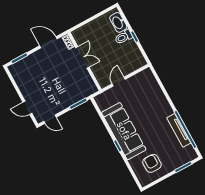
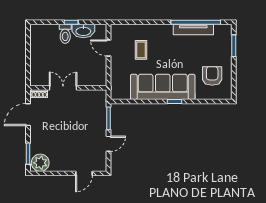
washbasin: (118, 22) -> (83, 31), moved
plant: (18, 71) -> (40, 163), added
door: (119, 82) -> (109, 48), moved
coffee table: (142, 100) -> (141, 50), added
door: (50, 119) -> (109, 144), moved
armchair: (152, 163) -> (212, 76), turned 90

